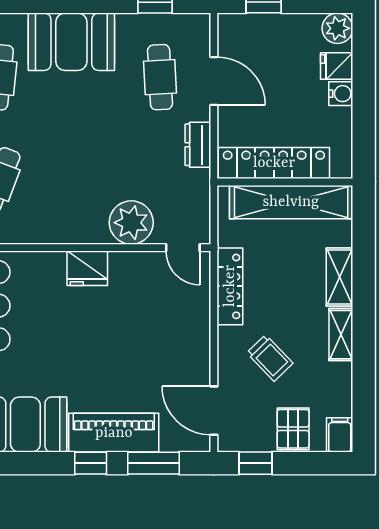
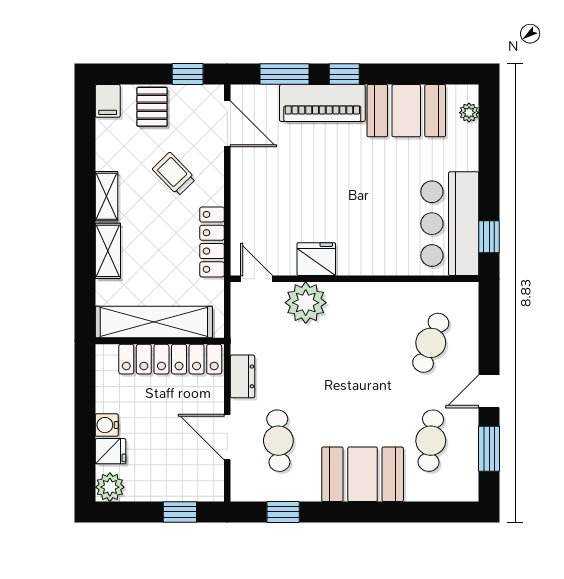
fridge: (87, 268) -> (316, 259), moved

